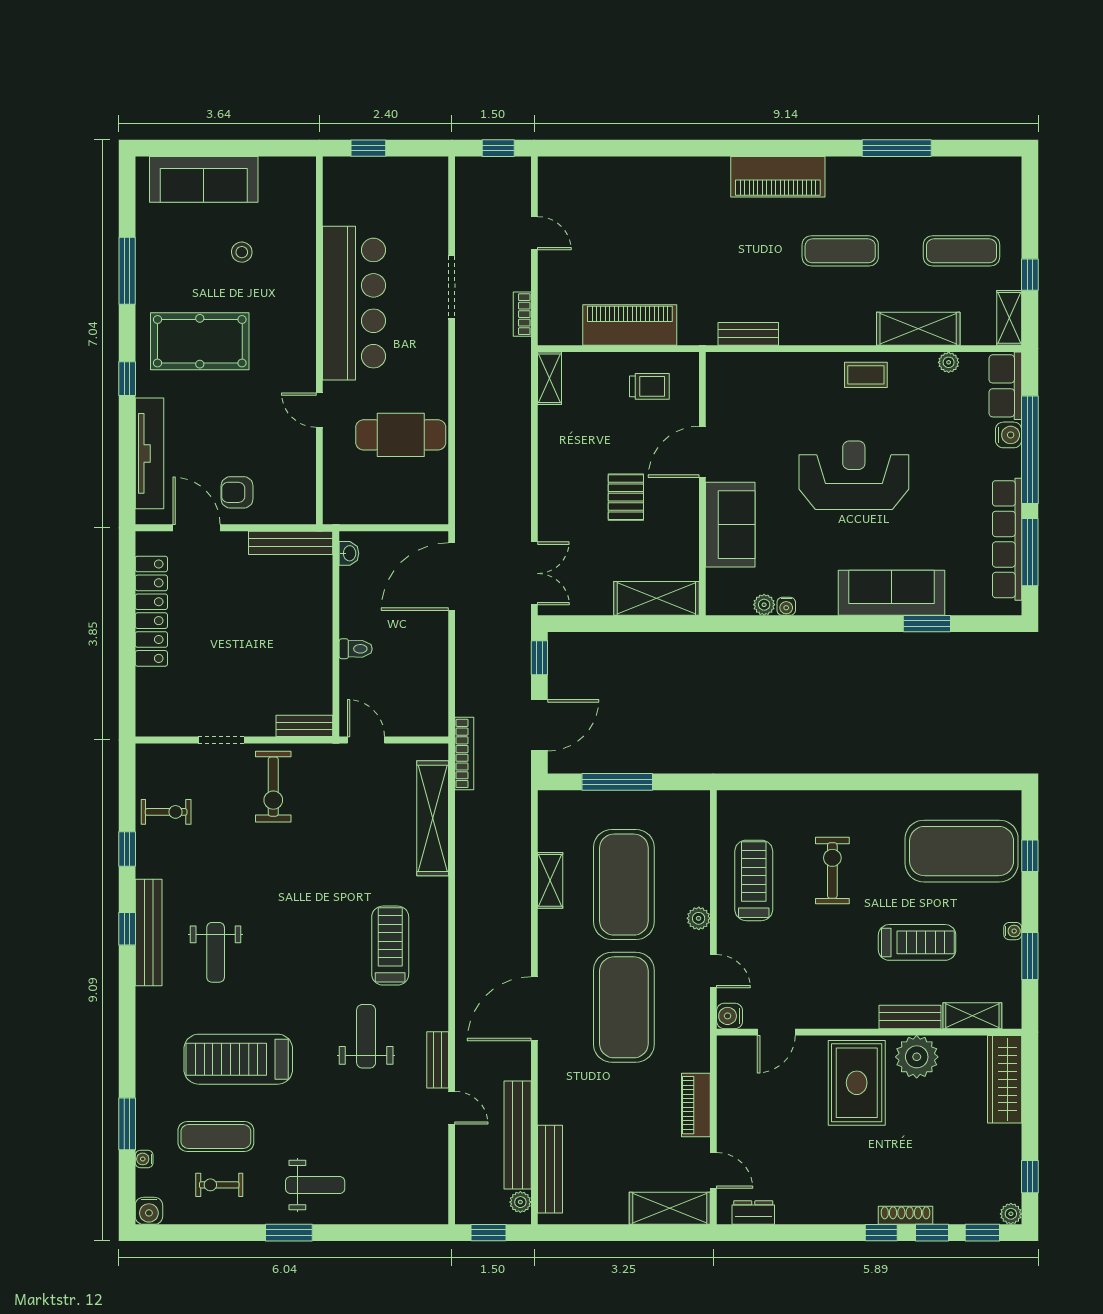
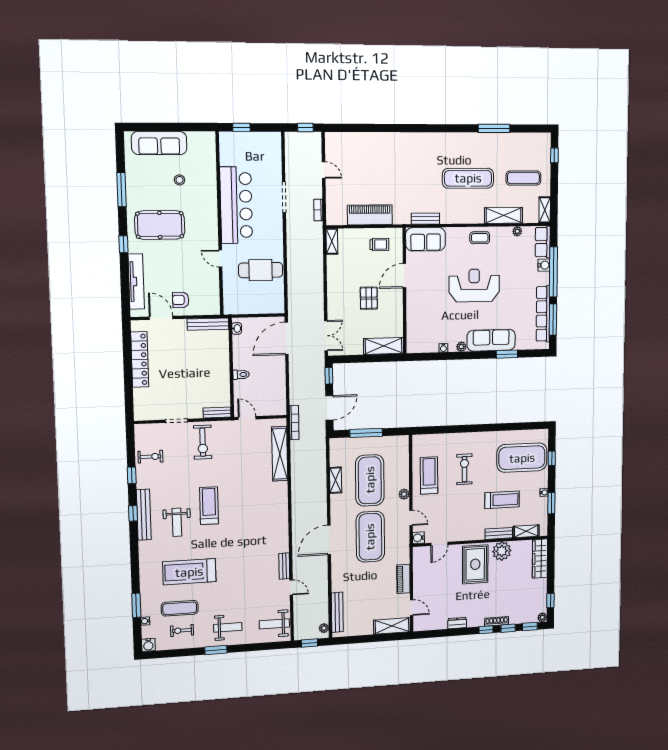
piano: (778, 177) -> (439, 142), removed
exercise mat: (840, 251) -> (468, 178), width x1.36, depth x1.45
window: (1030, 275) -> (554, 155), moved
sofa: (730, 525) -> (426, 239), moved, turned 90
plant: (764, 605) -> (461, 347), moved
treadmill: (390, 946) -> (209, 506), moved
weight bench: (366, 1036) -> (274, 624), moved, turned -90
bench: (518, 1135) -> (322, 598), removed
dresser: (753, 1213) -> (457, 623), moved

